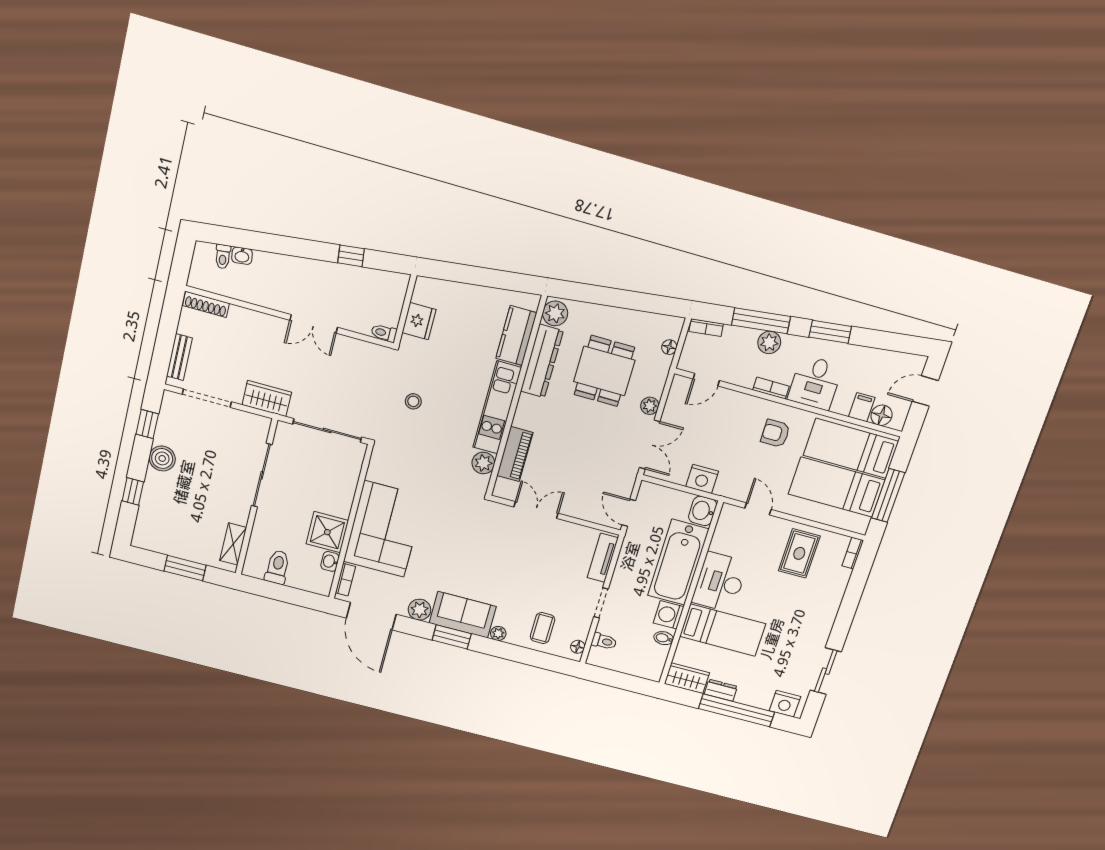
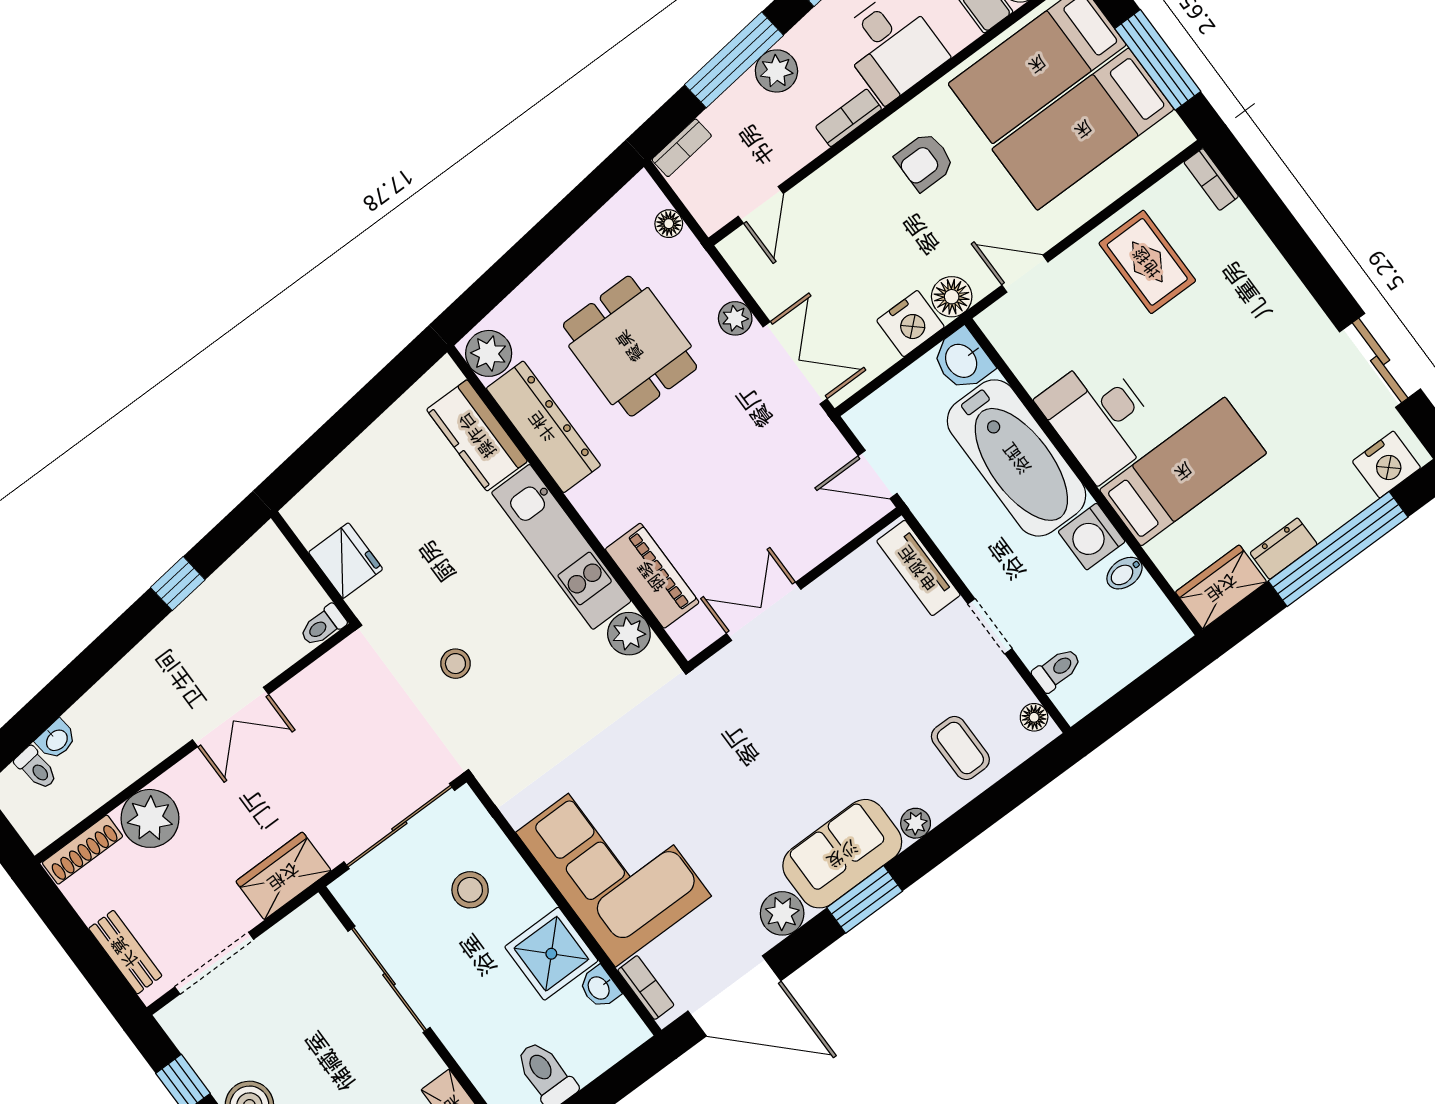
plant: (243, 323) -> (150, 818), added
stool: (326, 480) -> (470, 890), added
floor lamp: (726, 487) -> (952, 297), added

